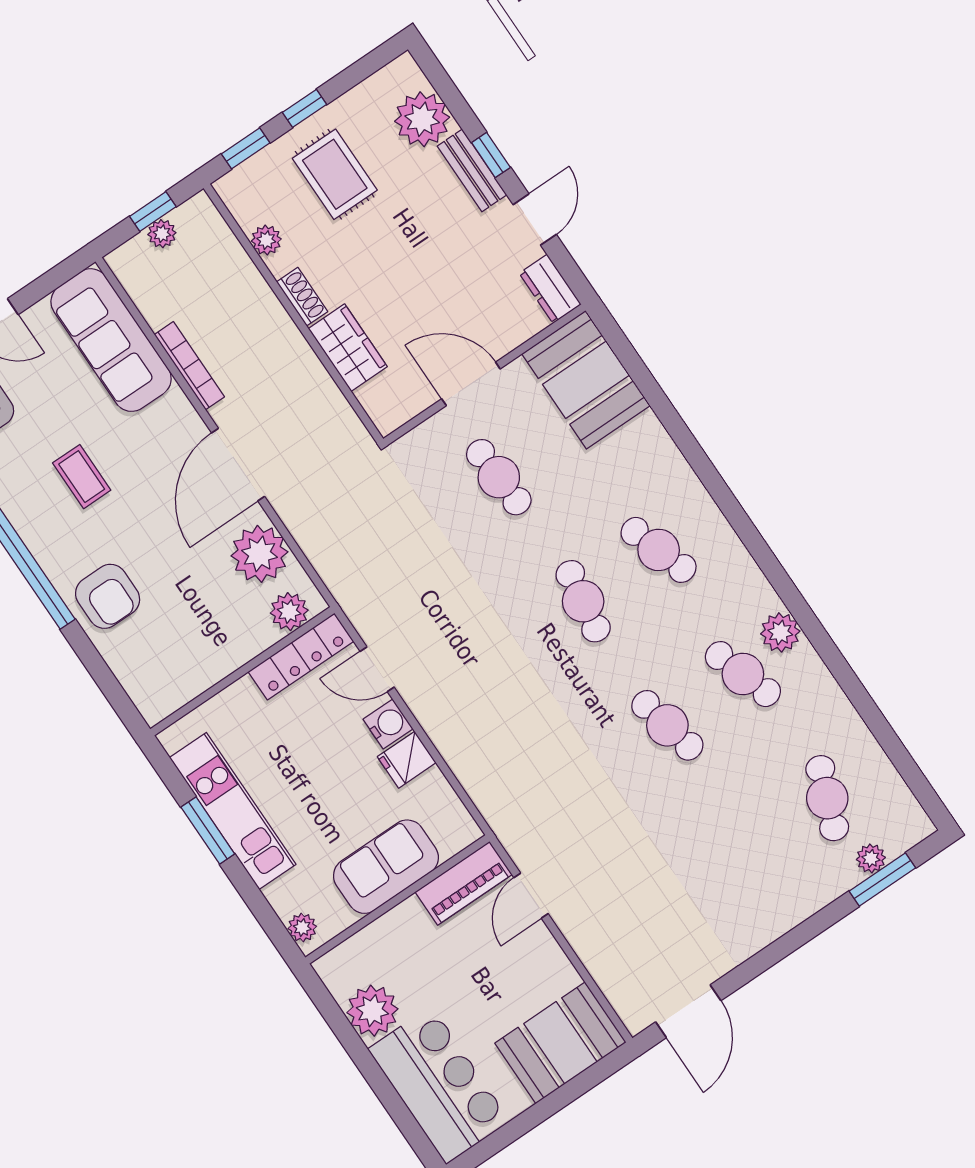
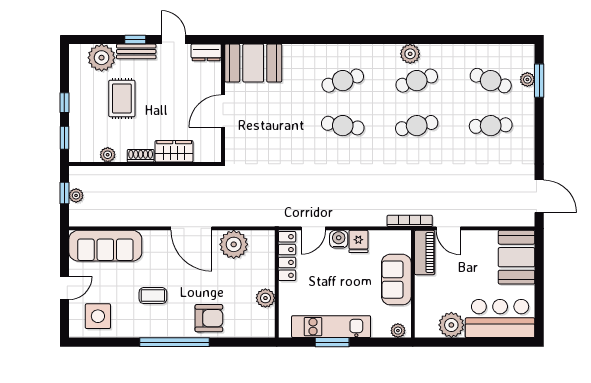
rug: (335, 174) -> (122, 98), moved, turned 90
bookcase: (189, 366) -> (410, 221), moved
cafe table: (499, 477) -> (491, 126), moved
plant: (289, 612) -> (265, 298), moved

